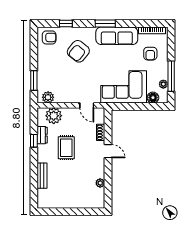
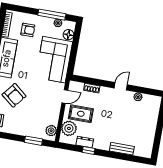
rug: (66, 148) -> (81, 114), moved
door: (108, 151) -> (121, 86), moved

